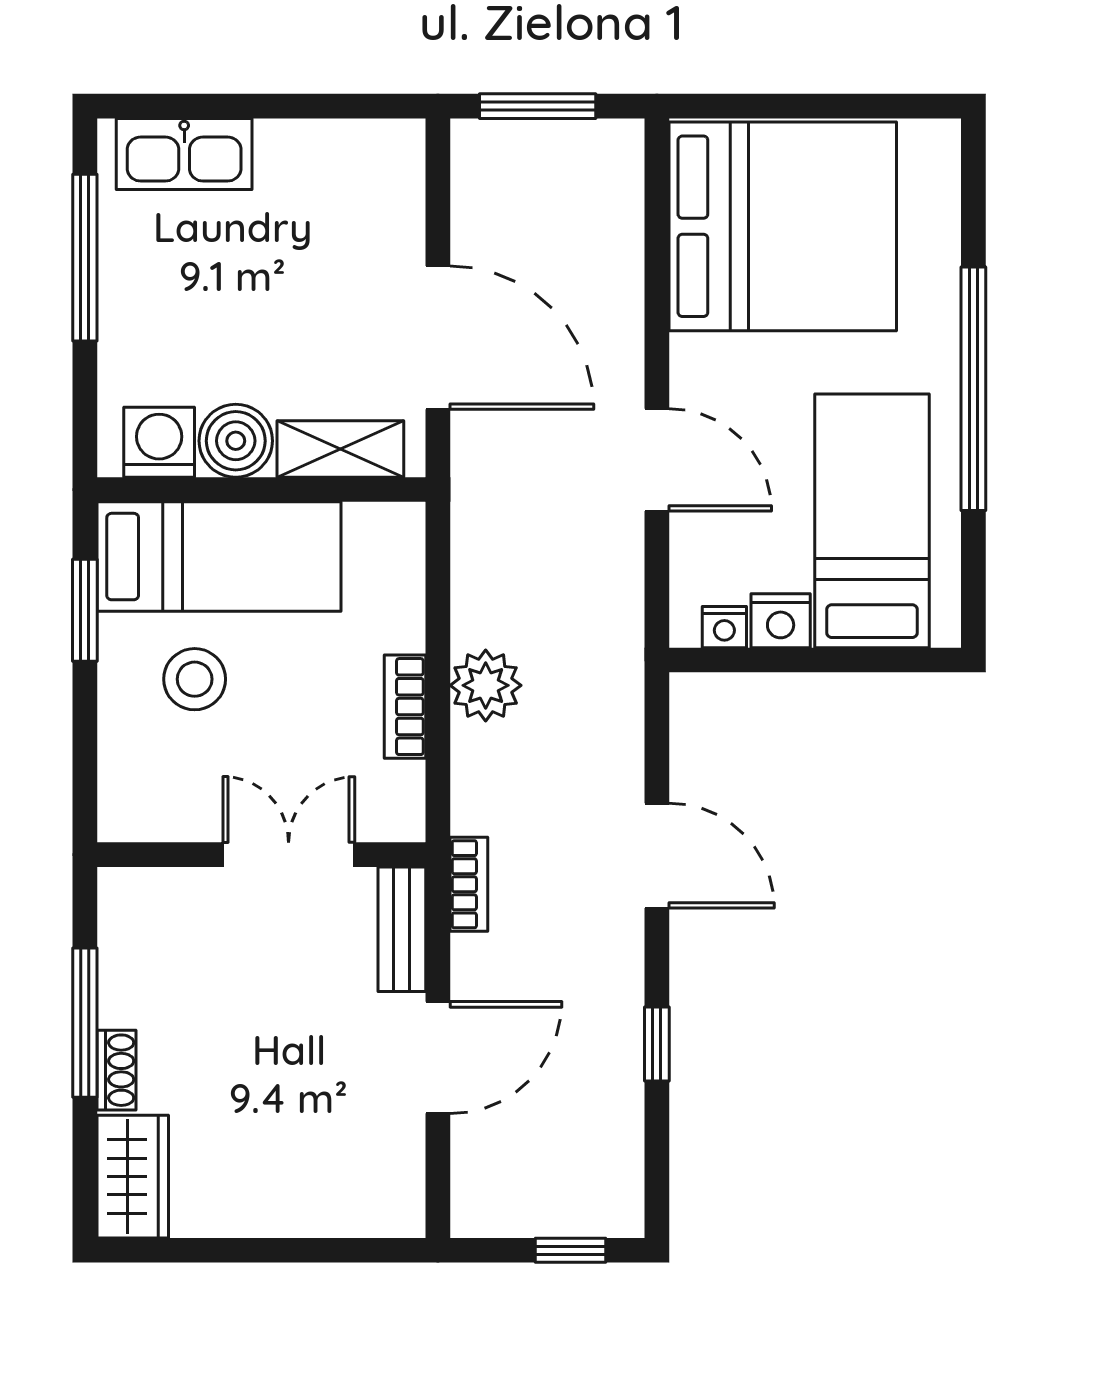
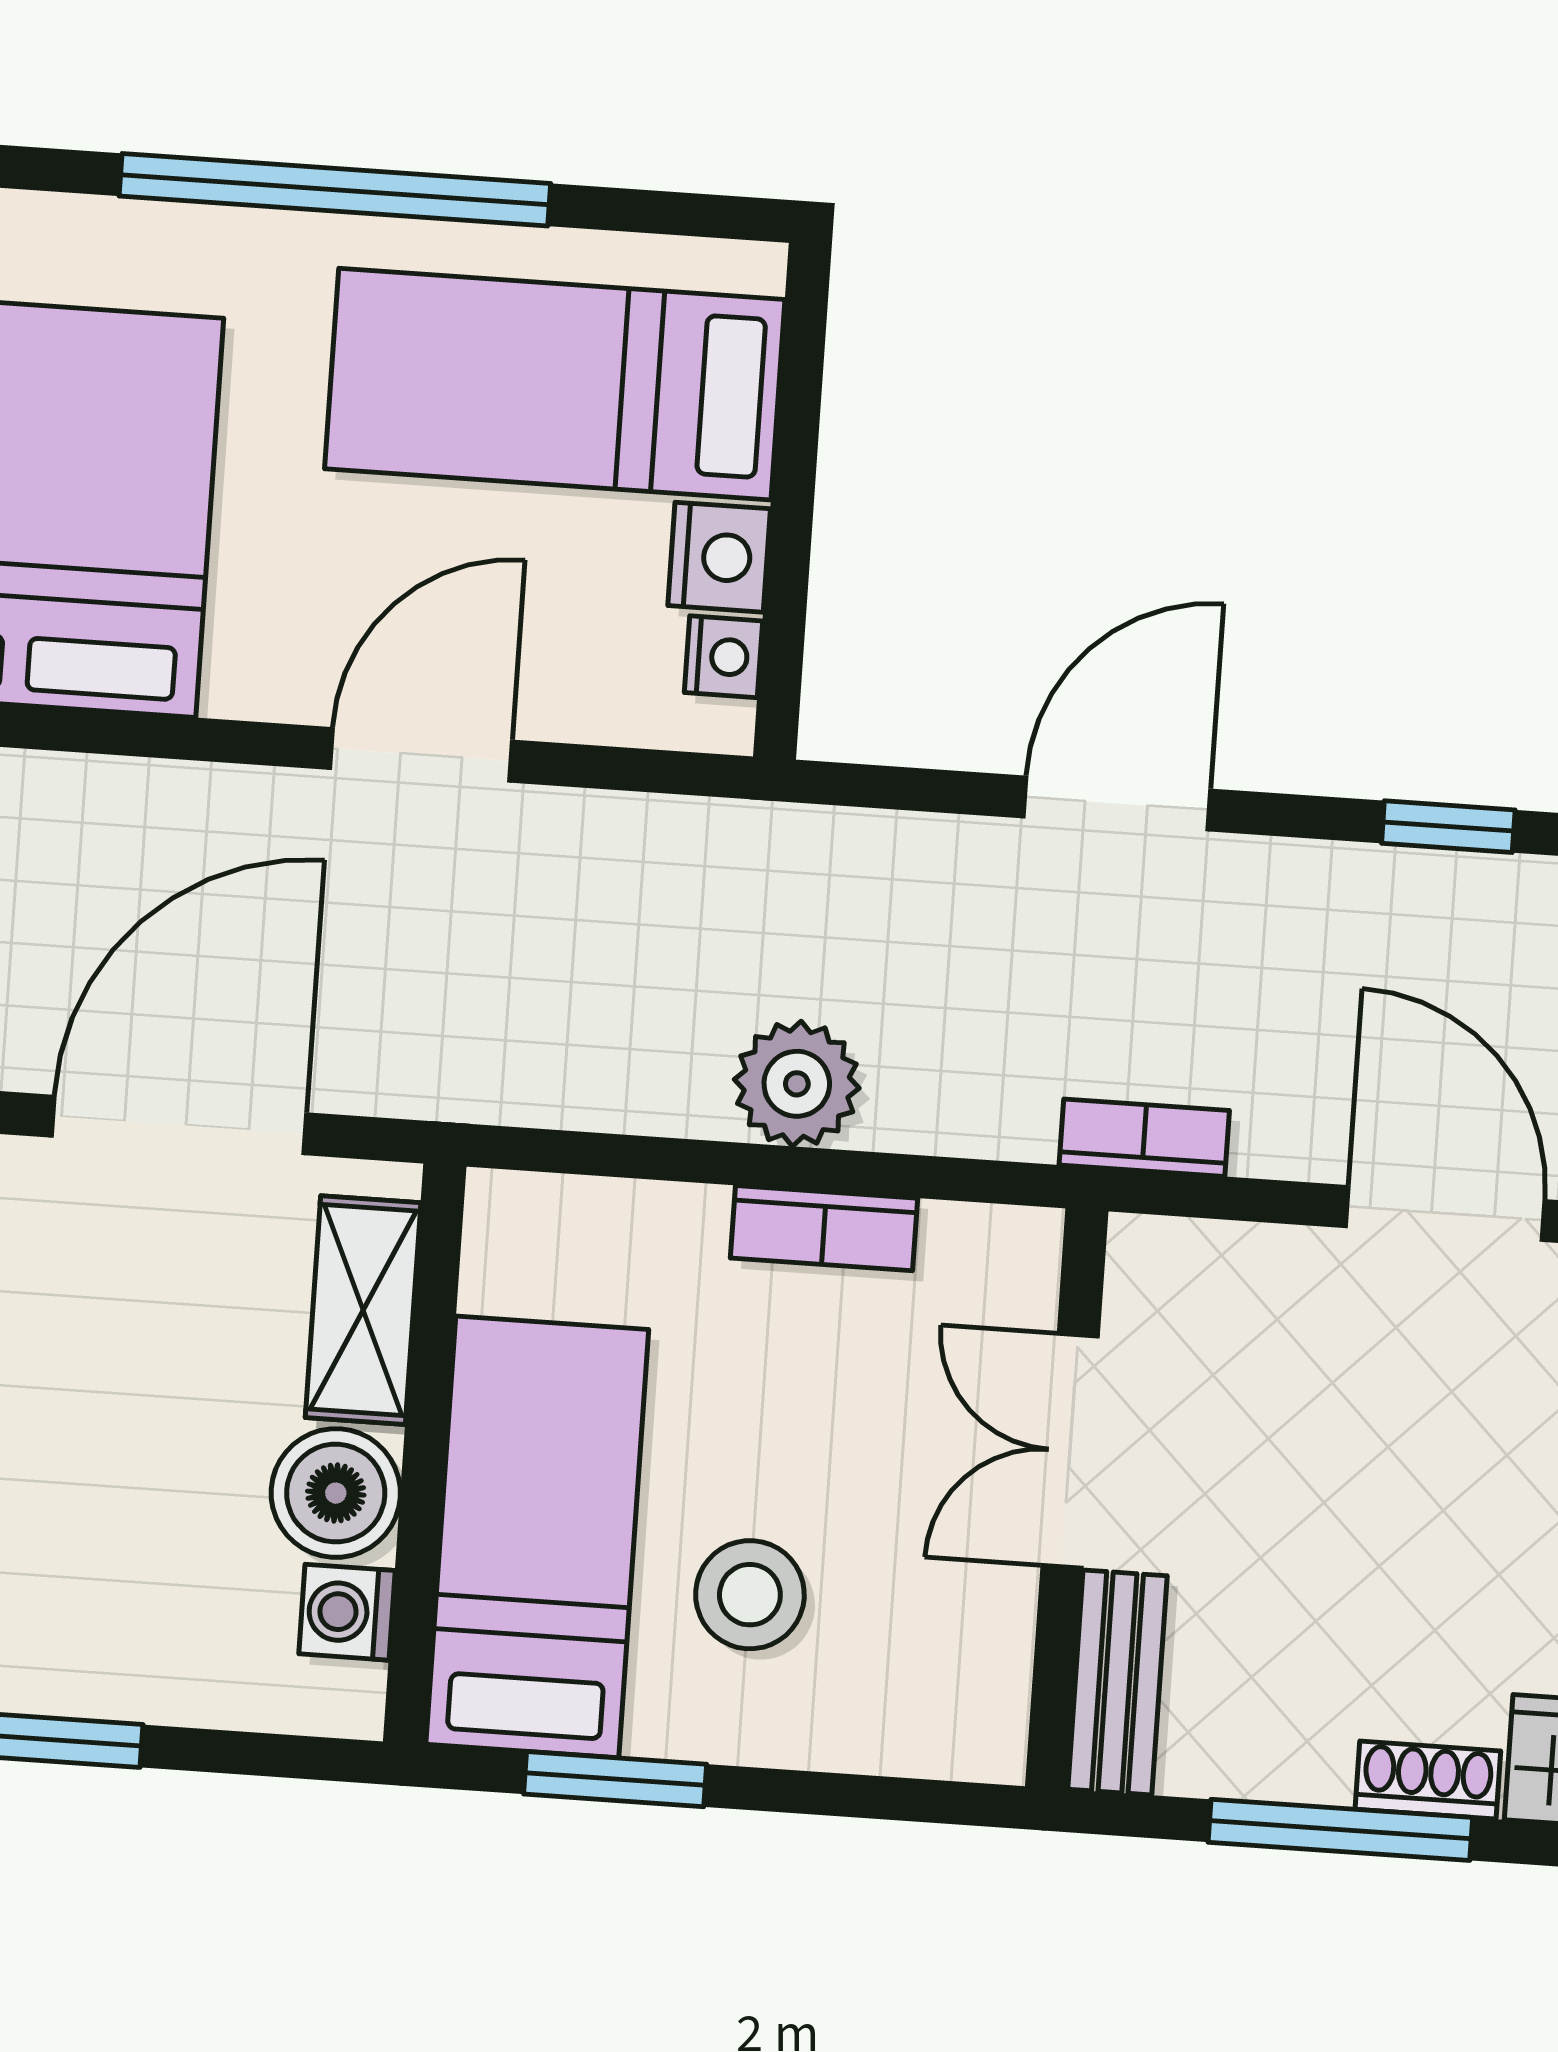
washing machine: (159, 442) -> (347, 1612), width x0.73, depth x0.73
bench: (402, 929) -> (1117, 1682), moved, turned 90

